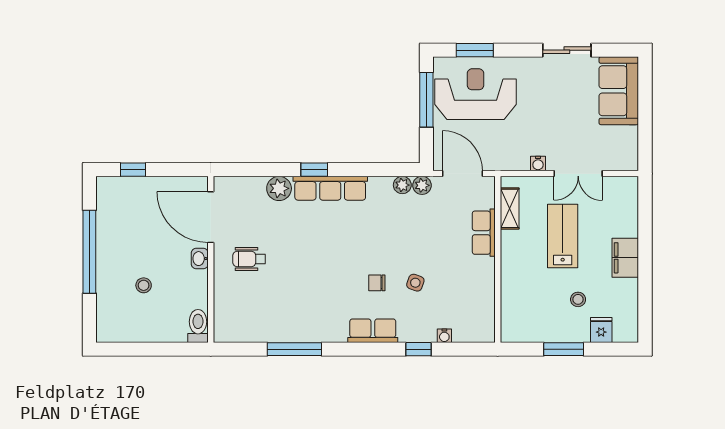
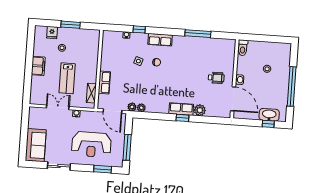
reception desk: (475, 94) -> (91, 144), moved
row of seats: (330, 188) -> (181, 109), width x0.68
washbasin: (132, 189) -> (269, 115), added

